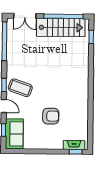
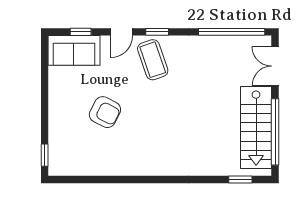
coffee table: (20, 88) -> (153, 60), turned -38
armchair: (51, 116) -> (105, 112), turned -63
fireplace: (74, 145) -> (56, 152), removed

